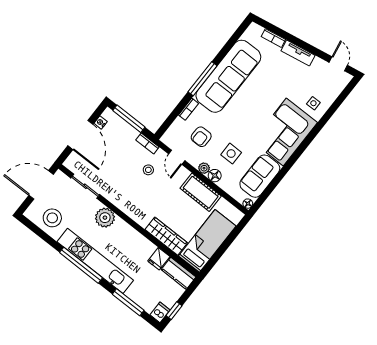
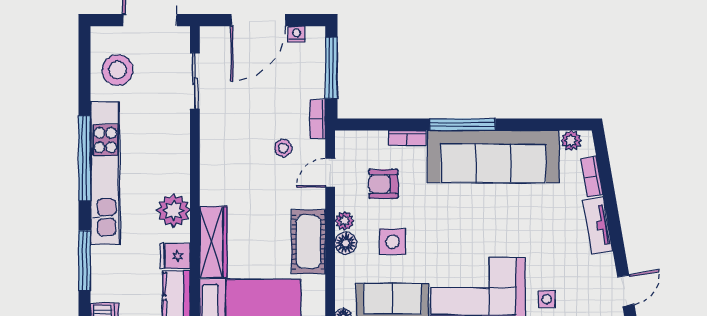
plant: (249, 35) -> (571, 141), added
plant: (105, 218) -> (174, 210), moved

